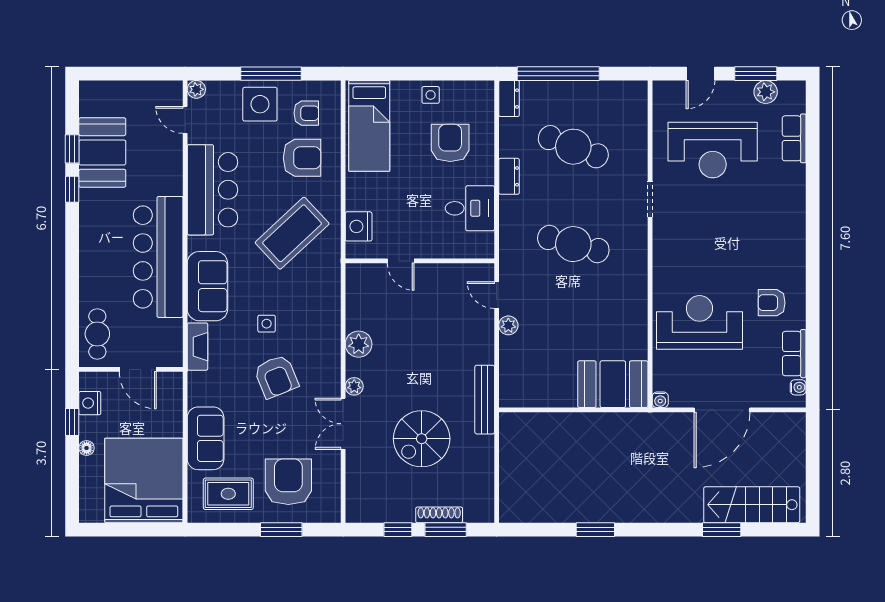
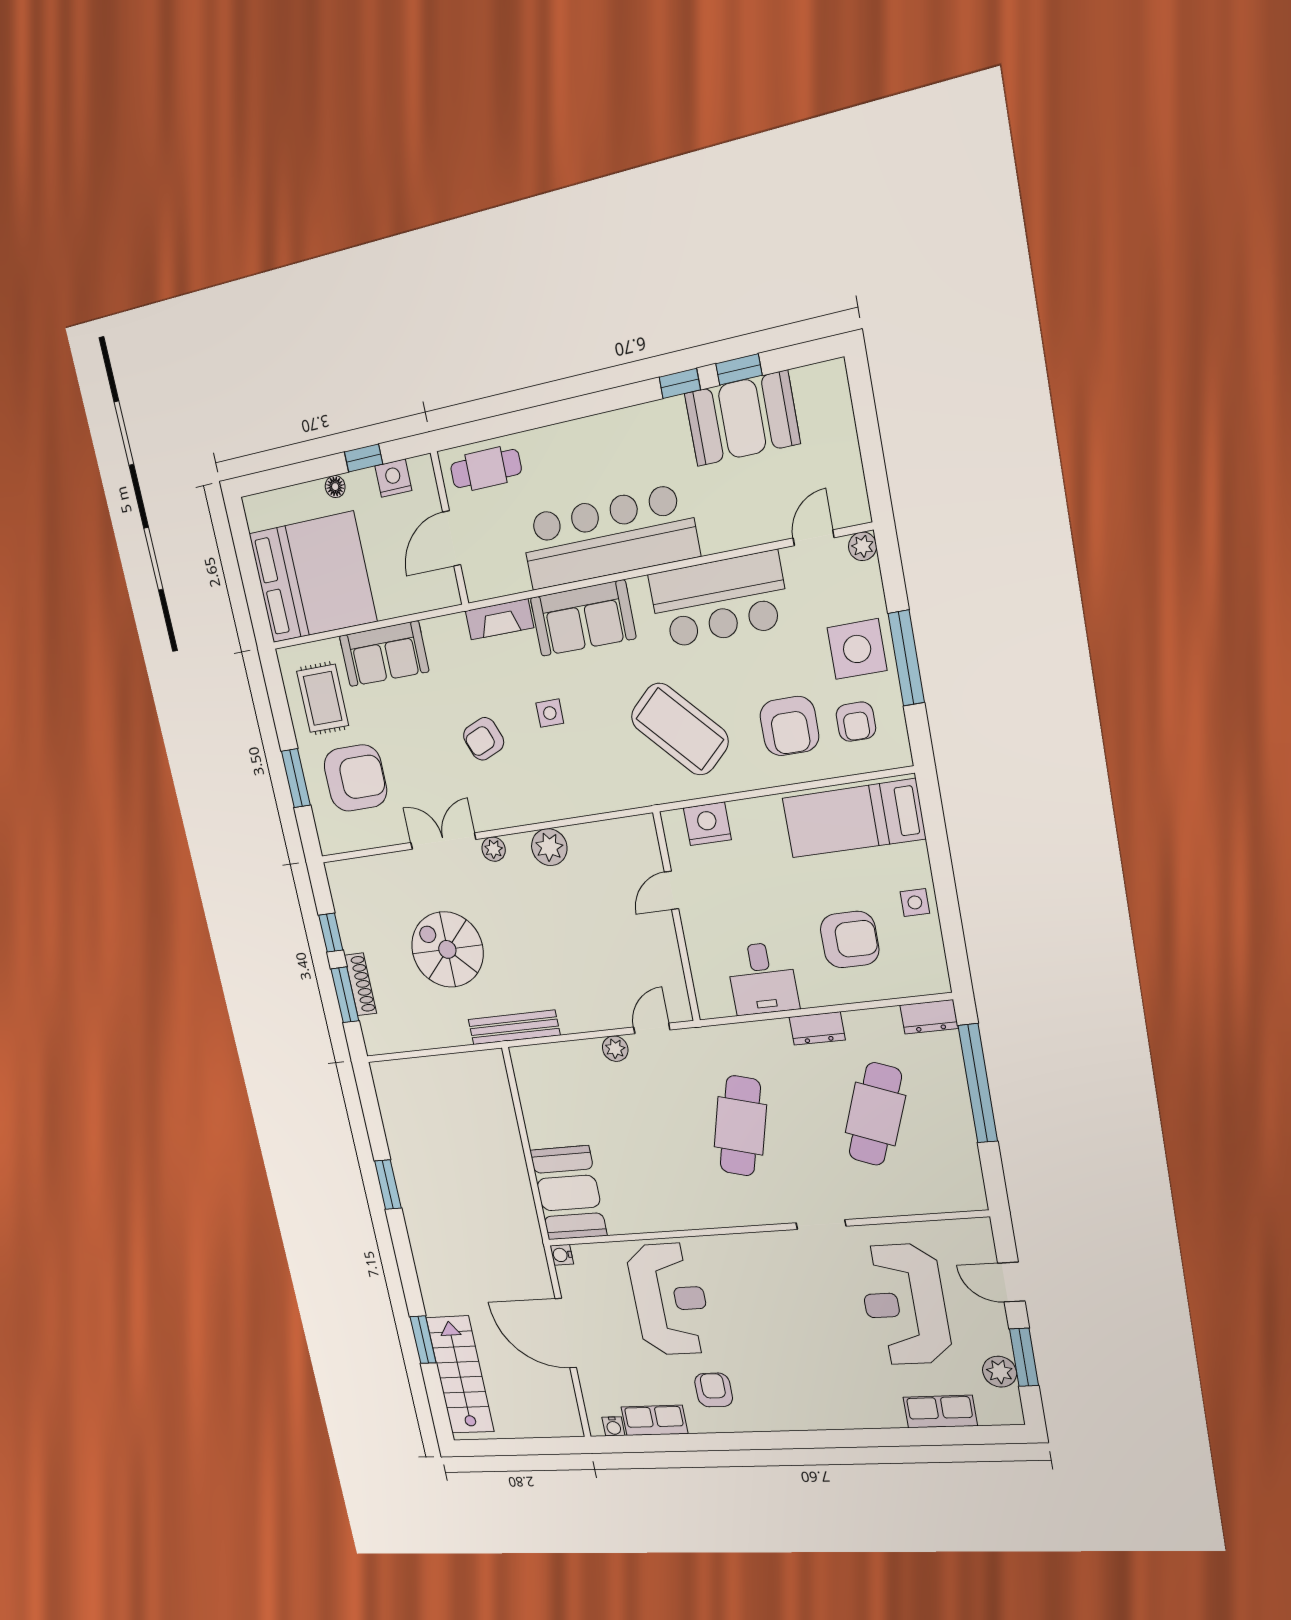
armchair: (276, 376) -> (484, 739), width x0.72, depth x0.72

